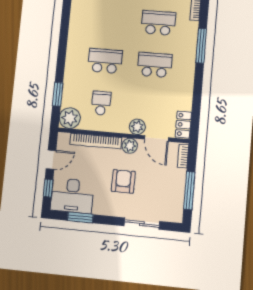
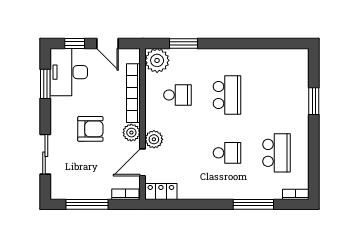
school desk: (155, 65) -> (227, 153), width x0.54

